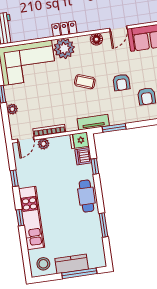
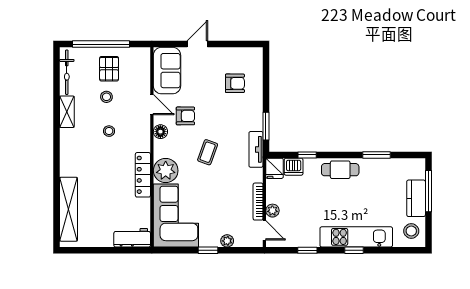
locker: (64, 29) -> (143, 175), width x1.53
armchair: (121, 82) -> (185, 116), moved

